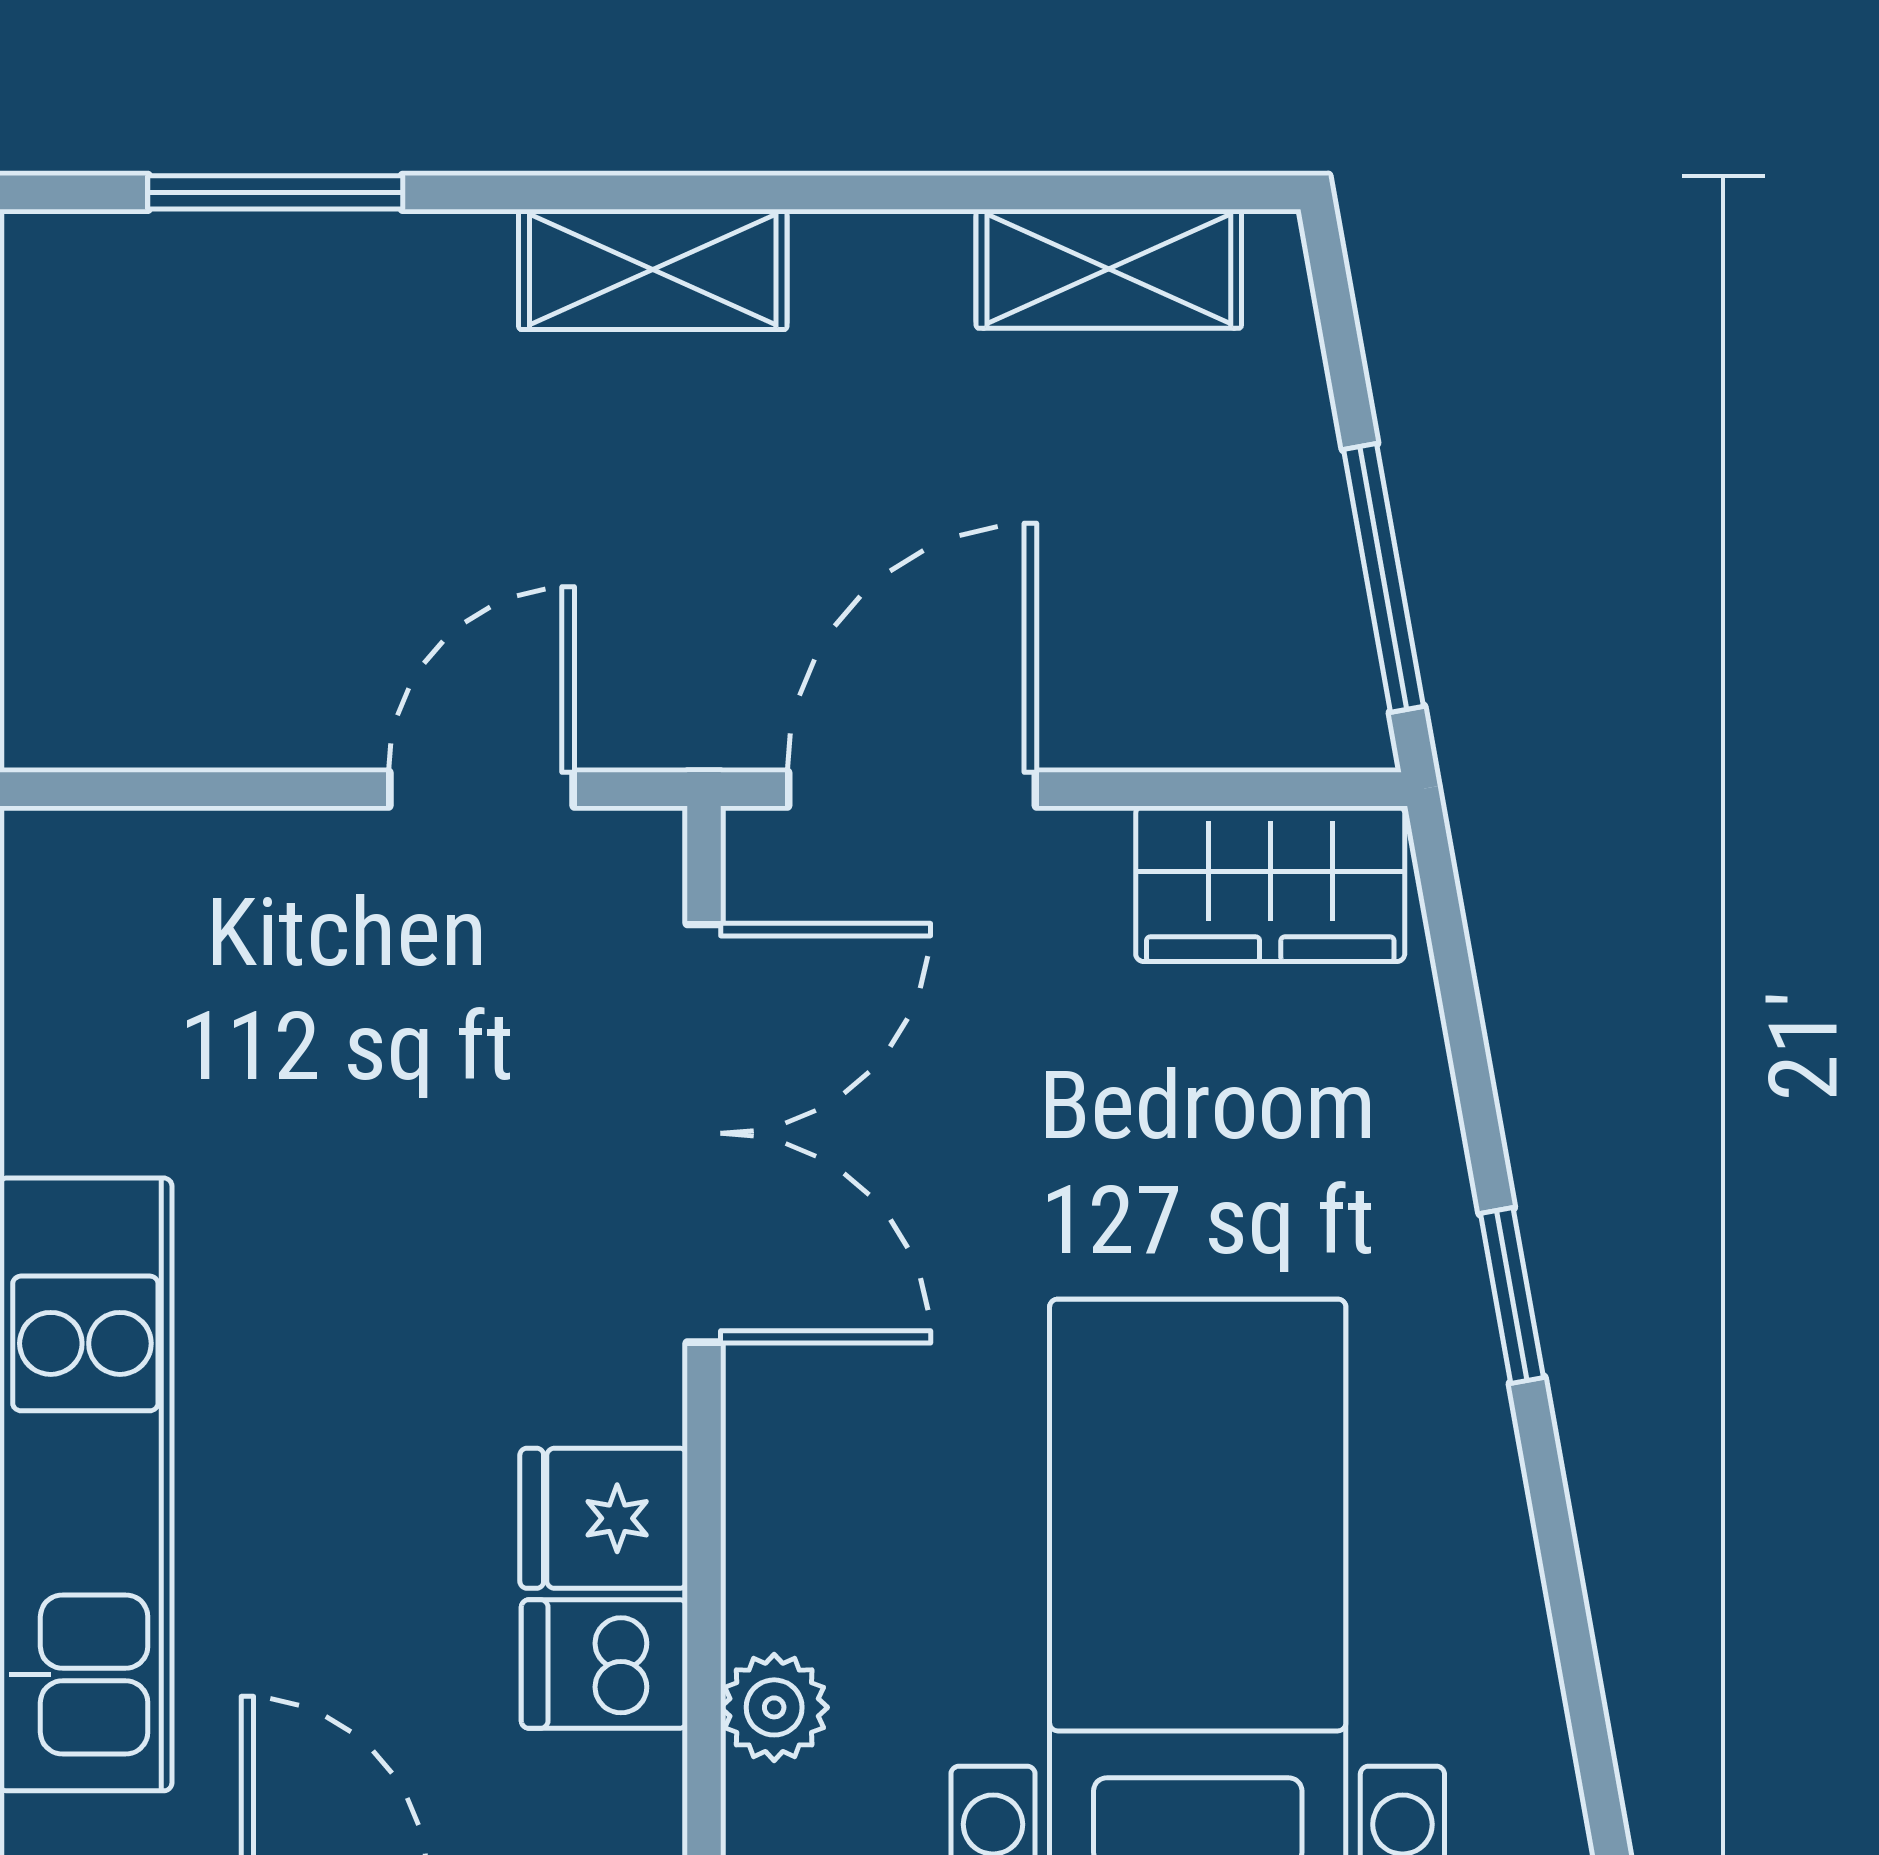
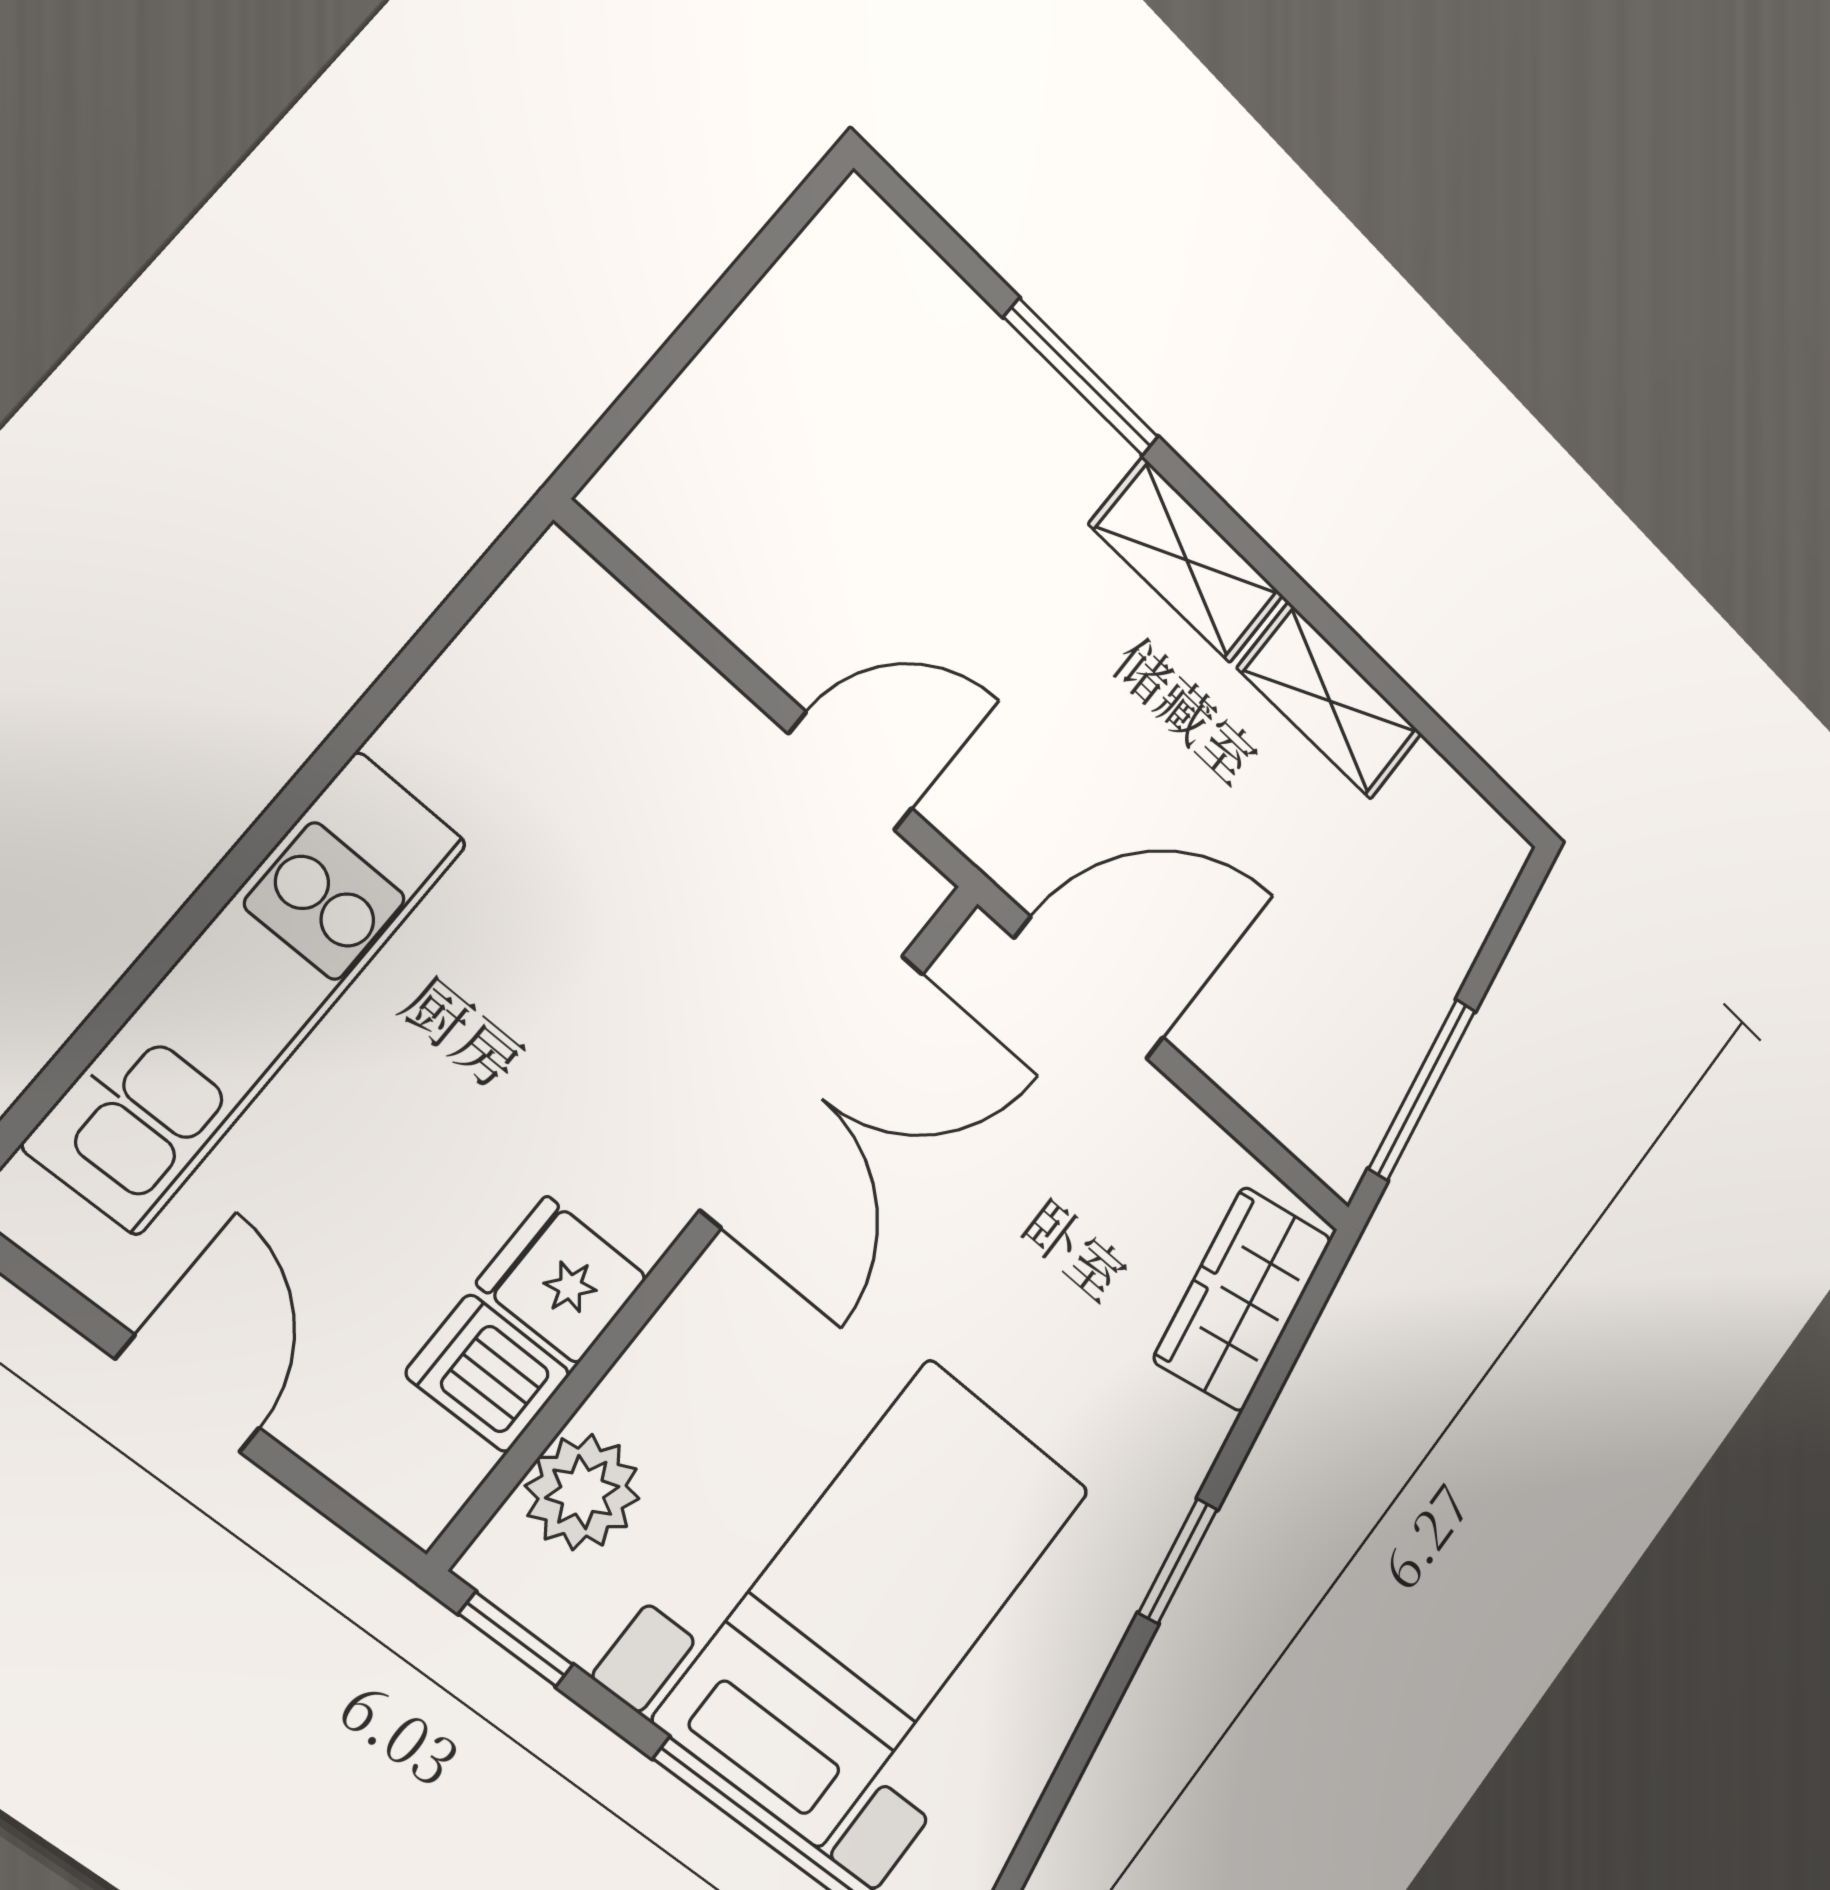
window: (275, 192) -> (1081, 377), moved
shelving: (1109, 269) -> (1330, 701), moved
wardrobe: (1270, 884) -> (1243, 1299), moved, turned 80
plant: (774, 1707) -> (582, 1492), width x1.38, depth x1.38

